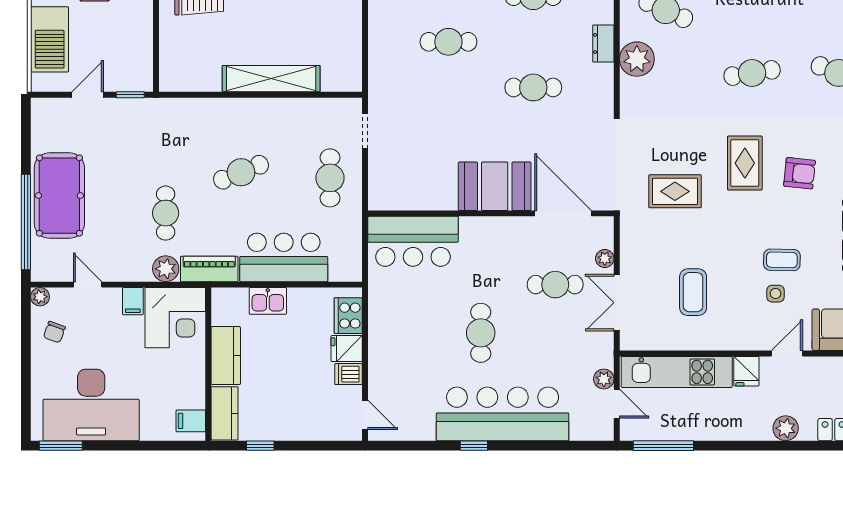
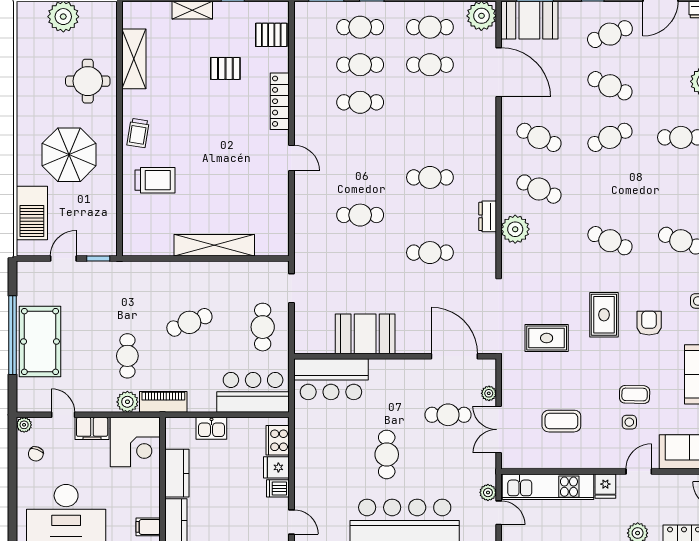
cafe table: (752, 73) -> (610, 241), turned 33
armchair: (800, 173) -> (649, 323), turned -96
booth: (495, 186) -> (365, 334), moved
window: (26, 222) -> (13, 335), moved
bar counter: (284, 257) -> (253, 392), moved
coffee table: (693, 292) -> (561, 421), turned 90
filing cabinet: (133, 301) -> (92, 428), width x2.00

